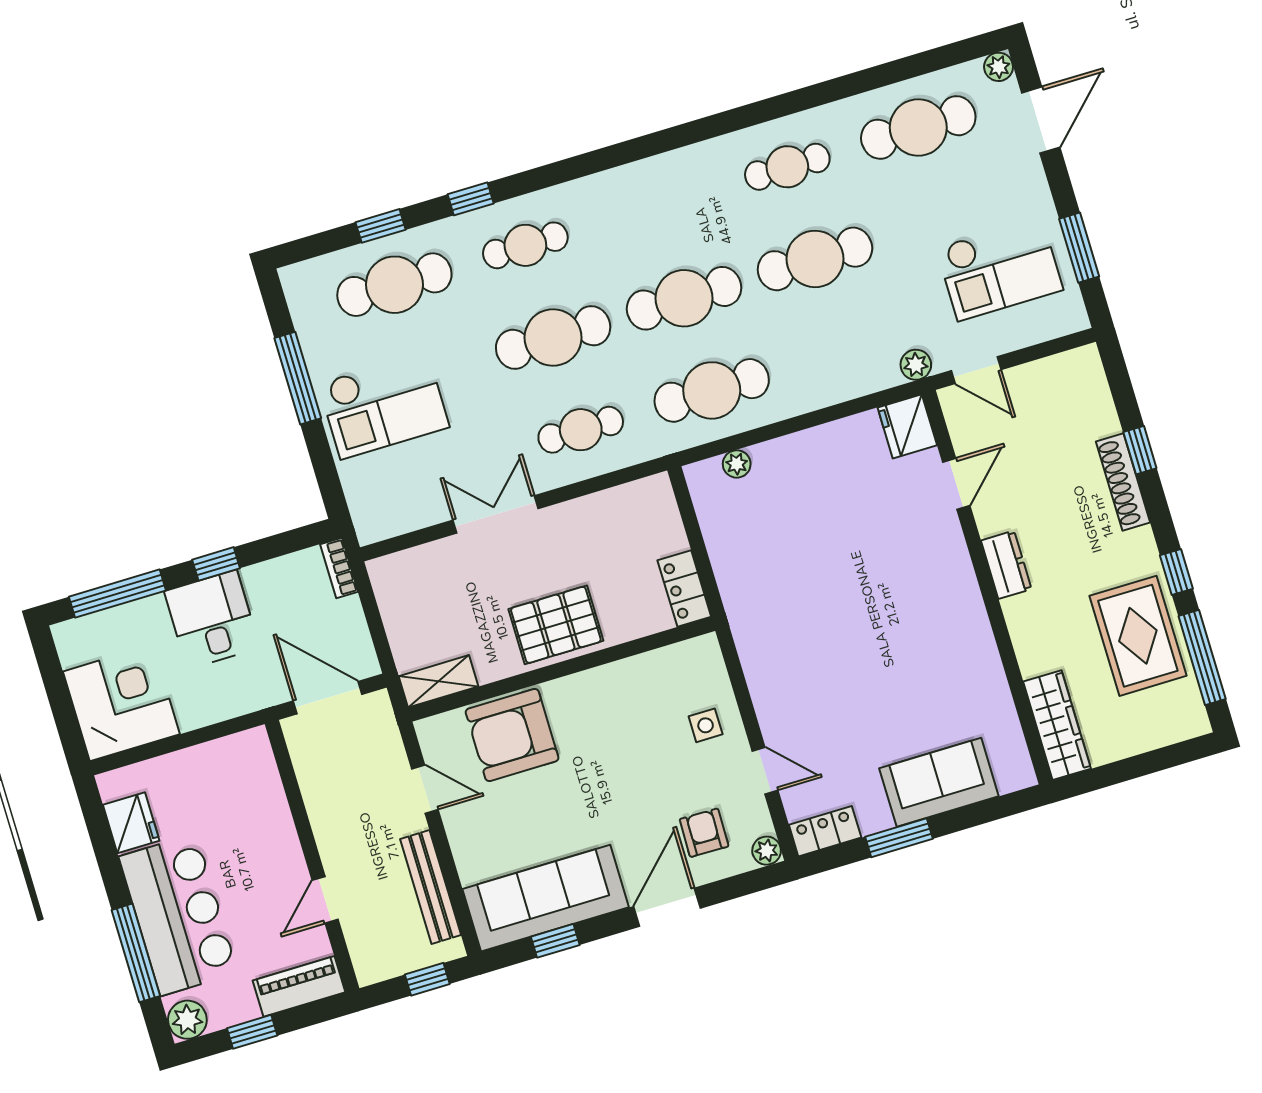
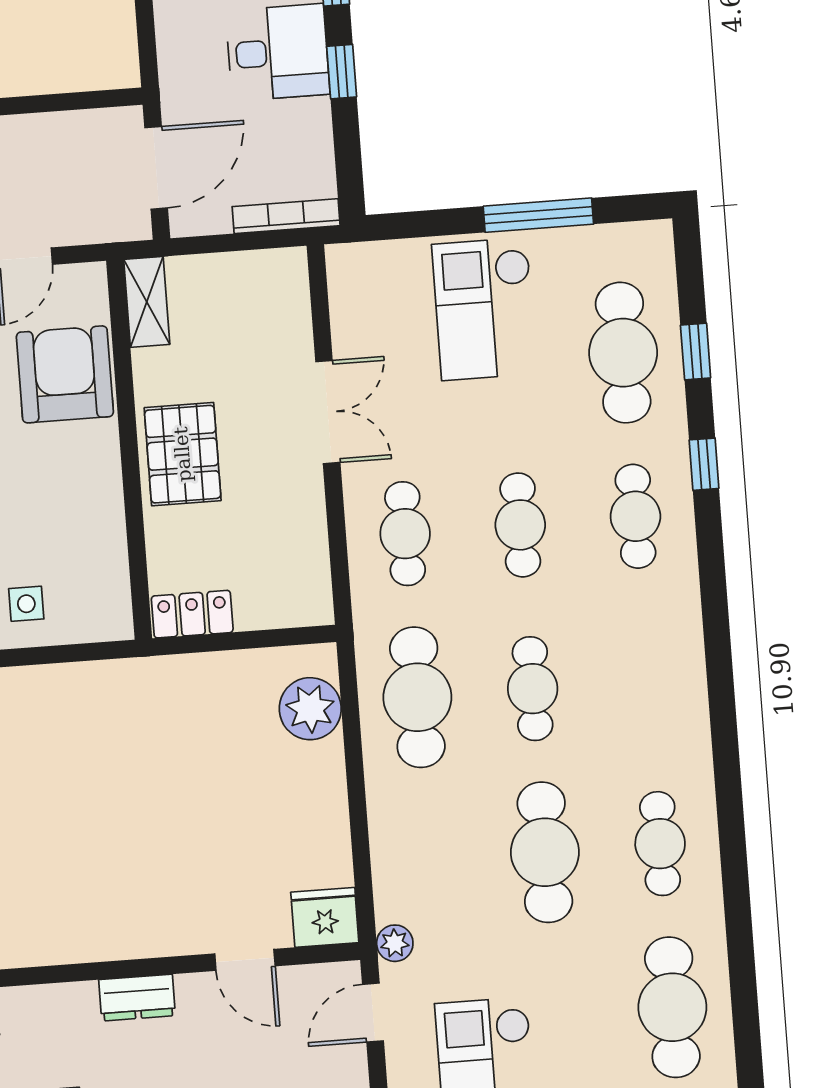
cafe table: (684, 298) -> (533, 689), width x0.73, depth x0.74
cafe table: (553, 338) -> (520, 525), width x0.73, depth x0.74
plant: (737, 464) -> (310, 709), width x1.88, depth x1.88
bookcase: (339, 568) -> (286, 216), width x1.56

